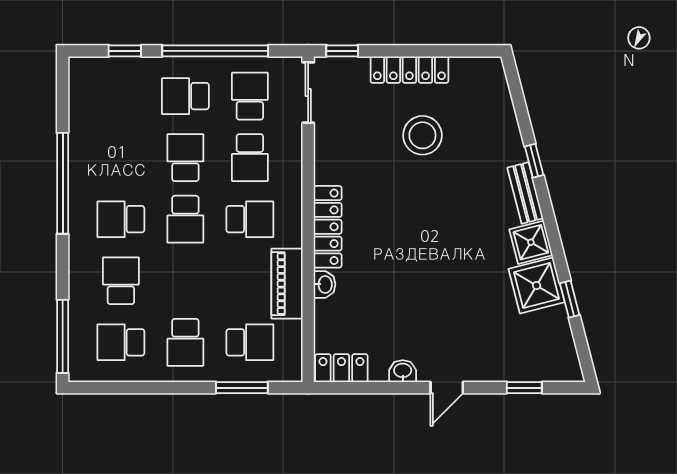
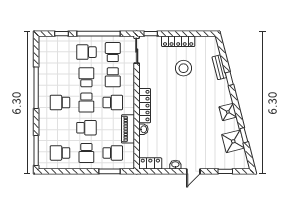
bench: (525, 193) -> (219, 67), moved
school desk: (121, 281) -> (86, 128), moved, turned 90
shower: (537, 286) -> (233, 141), moved

